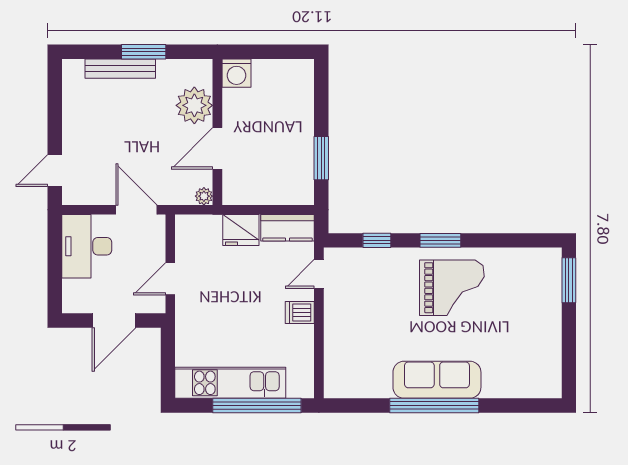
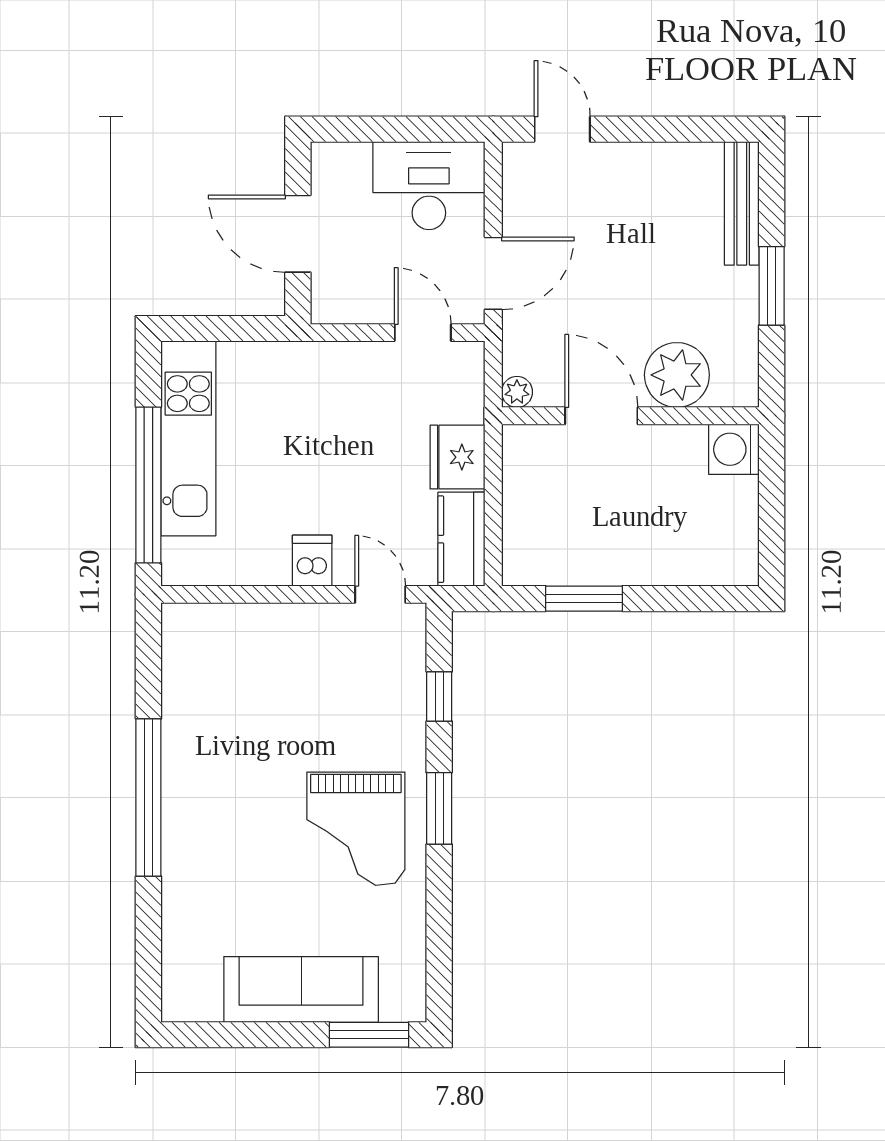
bench: (120, 69) -> (742, 203), moved
door: (170, 279) -> (423, 333), moved
sofa: (437, 380) -> (301, 989), moved, turned -90

